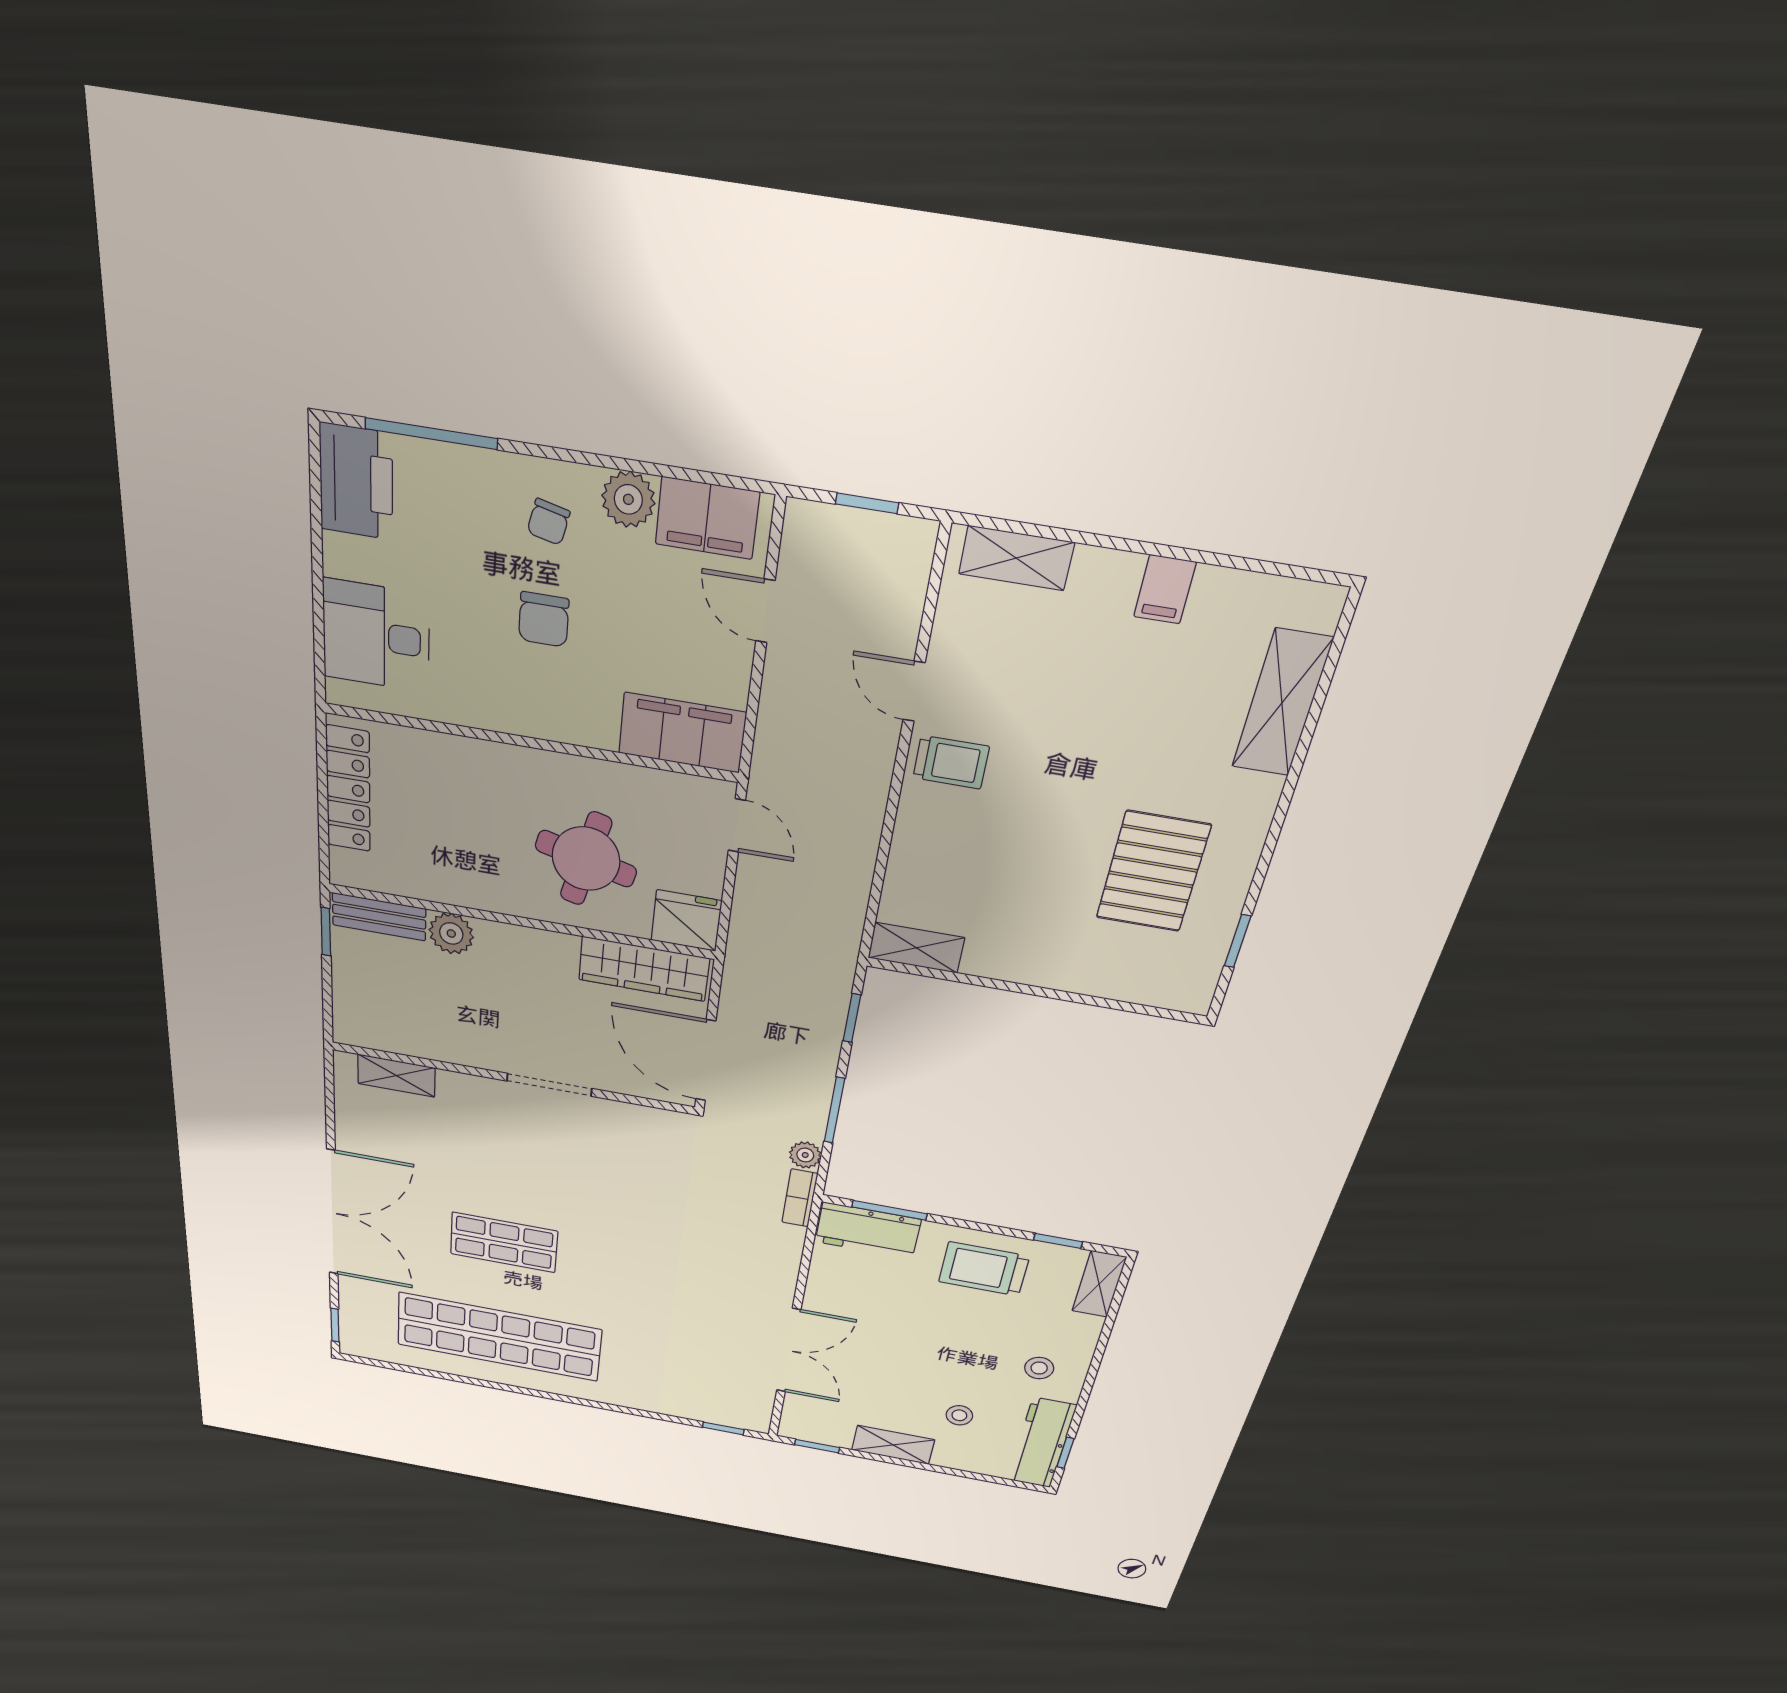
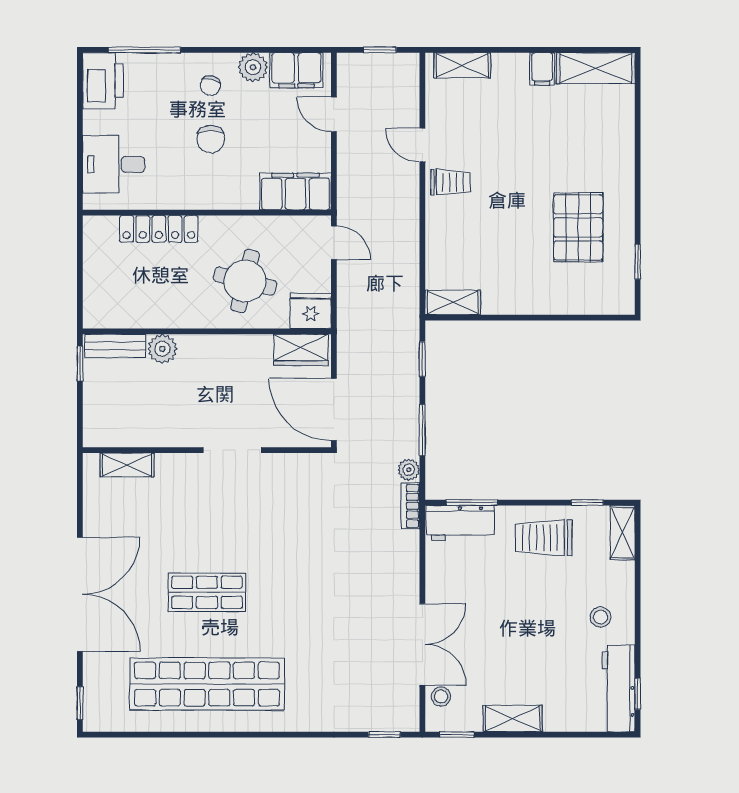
shelving: (1282, 703) -> (596, 68), moved, turned 90
locker: (348, 789) -> (159, 229), moved, turned 90
wardrobe: (644, 969) -> (301, 350), width x0.67
stool: (959, 1415) -> (441, 696), moved

